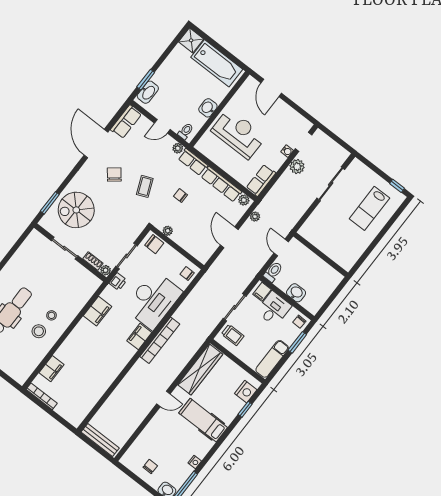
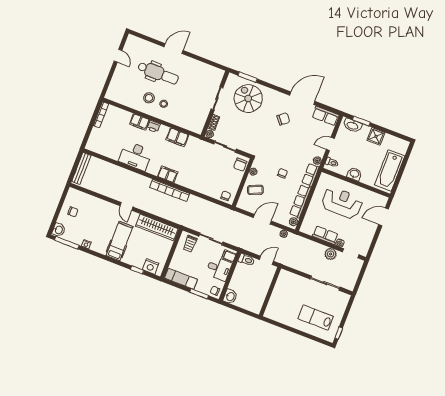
shower: (191, 40) -> (376, 136), moved
door: (162, 126) -> (330, 144), hinge flipped
reception desk: (239, 134) -> (342, 203), turned -90
row of seats: (261, 180) -> (325, 235), moved
coffee table: (145, 186) -> (255, 190), moved
printer: (118, 282) -> (154, 126), moved
washbasin: (296, 293) -> (230, 296), moved
desk: (153, 300) -> (135, 156), moved, width x0.73, depth x0.77
filing cabinet: (51, 369) -> (140, 122), moved

